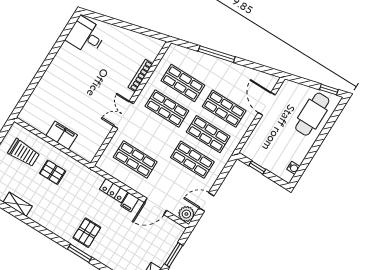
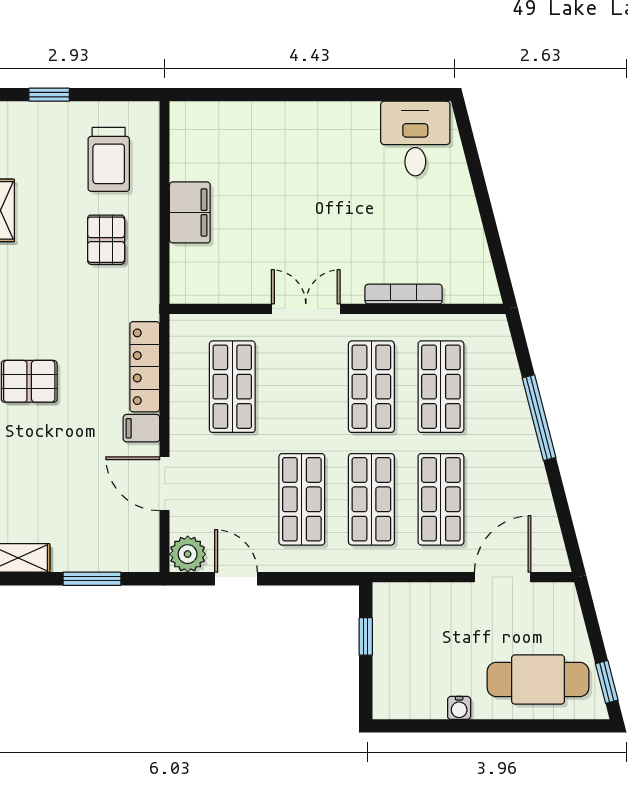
water cooler: (293, 168) -> (459, 708), moved
locker: (114, 191) -> (145, 367), width x1.53

